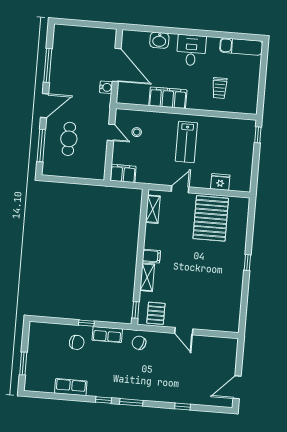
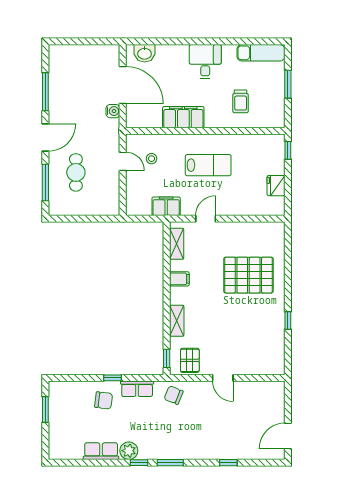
washbasin: (159, 40) -> (145, 53), moved
window: (263, 76) -> (288, 84), added
lab bench: (186, 142) -> (208, 165), turned -90
filing cabinet: (123, 173) -> (166, 206), moved
fridge: (220, 182) -> (276, 186), moved, turned -90
pallet: (211, 218) -> (248, 275), moved, turned 90
filing cabinet: (151, 256) -> (179, 279), moved
window: (247, 263) -> (288, 321), moved
window: (23, 364) -> (45, 410), moved
plant: (95, 389) -> (129, 451), added

